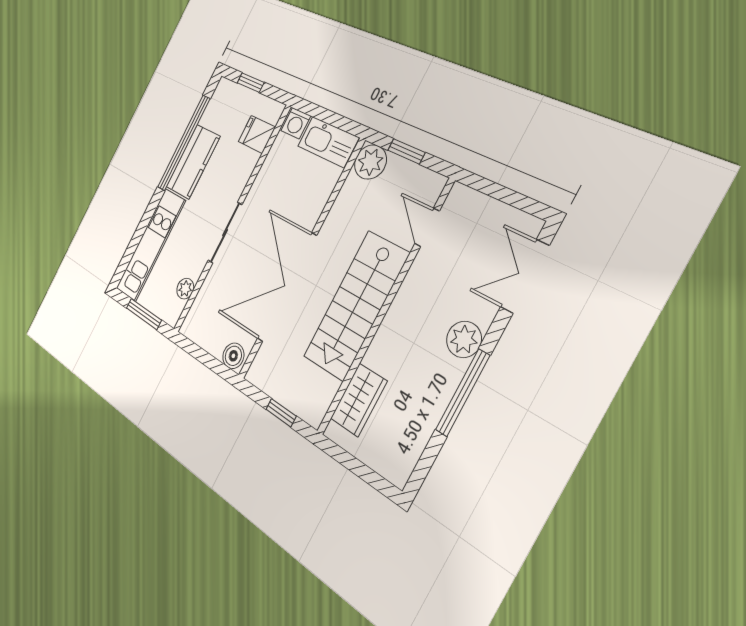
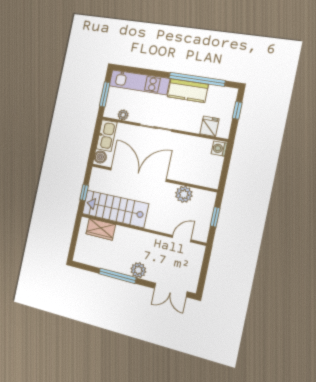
kitchen sink: (328, 142) -> (107, 136), moved, turned 180
plant: (370, 162) -> (184, 194), moved
double door: (525, 276) -> (171, 290), swing flipped
stairs: (356, 306) -> (115, 209), moved

